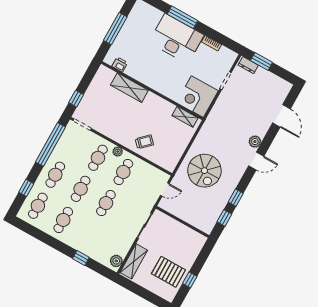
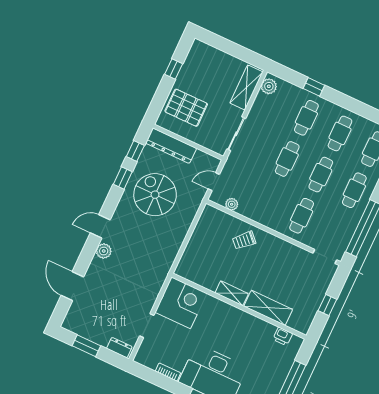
window: (261, 61) -> (86, 346), moved
window: (76, 99) -> (327, 305), moved
shelving: (185, 117) -> (232, 293), moved
plant: (118, 152) -> (232, 204), moved
spiral stairs: (204, 171) -> (155, 195), moved
cafe table: (123, 172) -> (306, 118), moved
dresser: (196, 220) -> (171, 146), added
pallet: (168, 272) -> (186, 108), moved

